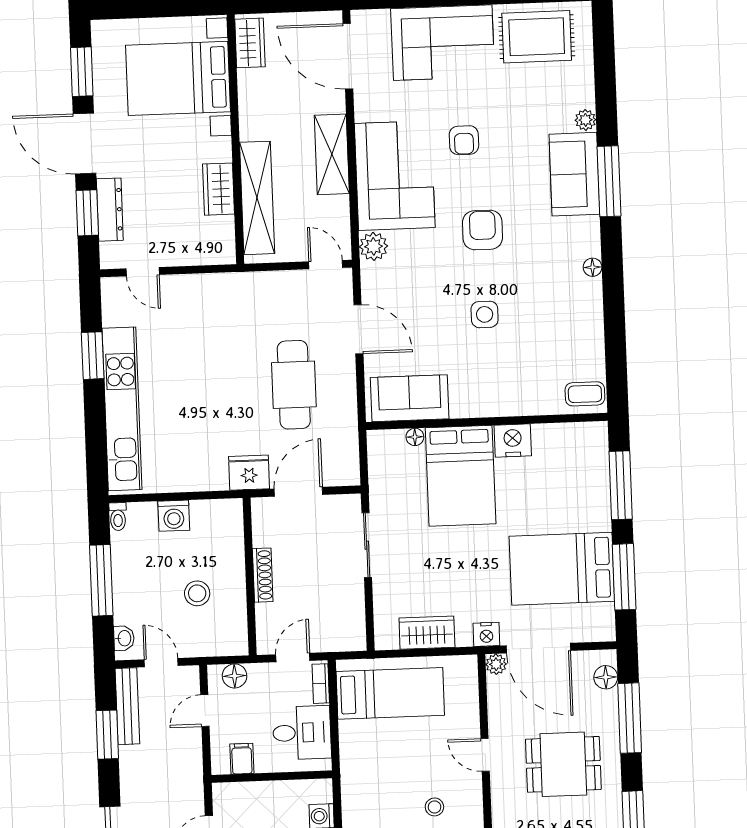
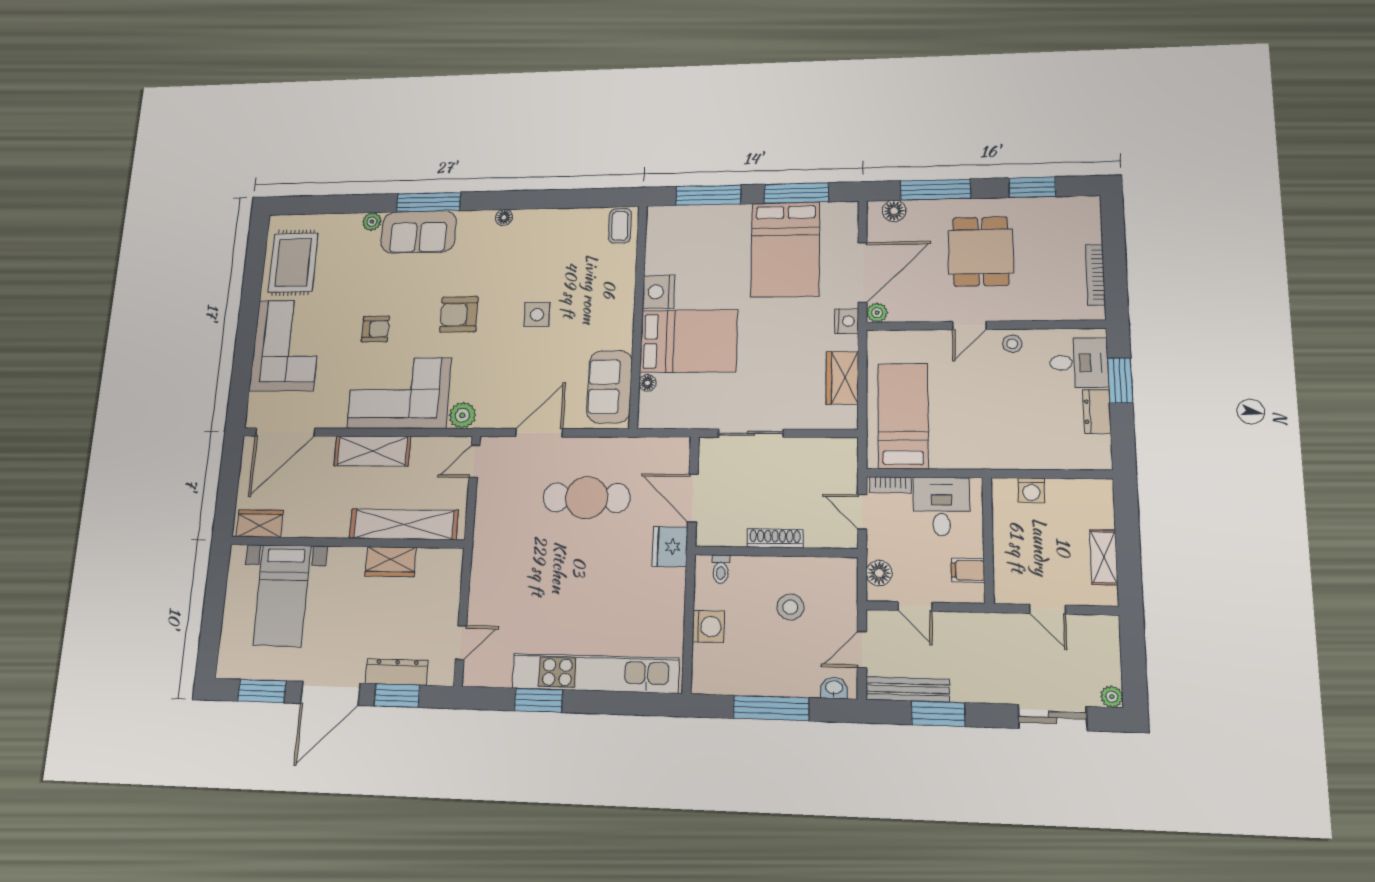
bed with nightstands: (178, 78) -> (282, 595), width x0.73
toilet: (118, 517) -> (721, 569), moved, turned 90
stool: (434, 807) -> (1012, 344), moved

